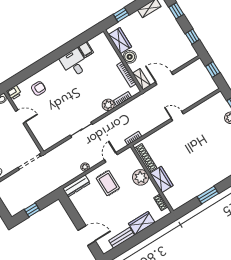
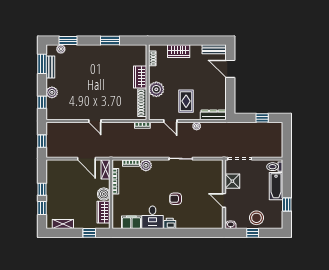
window: (192, 37) -> (42, 189), moved
filing cabinet: (86, 50) -> (131, 222), width x2.00
armchair: (38, 88) -> (176, 199), moved
printer: (14, 93) -> (170, 223), moved
shower: (24, 138) -> (232, 181), added
door: (111, 157) -> (170, 121), hinge flipped
bench: (122, 238) -> (214, 49), moved

